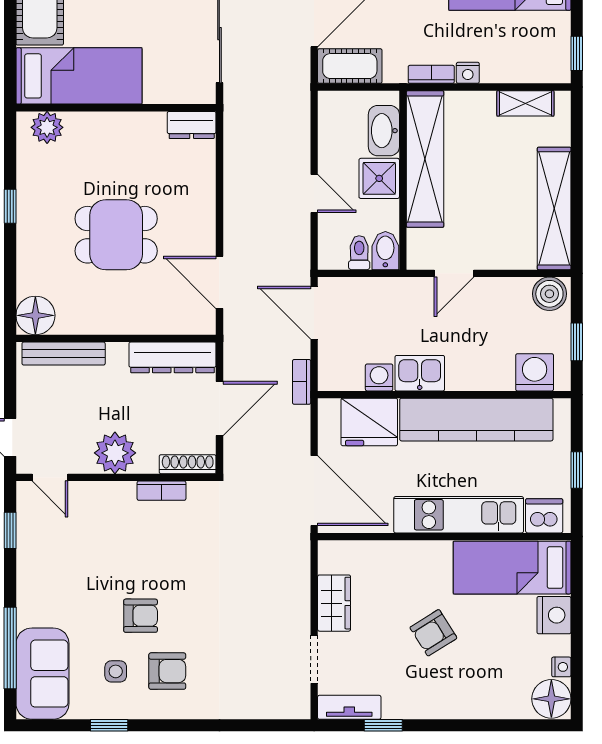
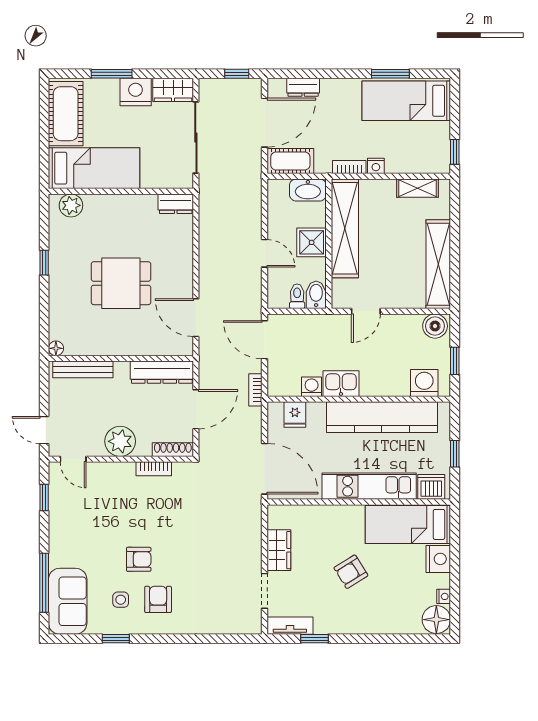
washbasin: (384, 131) -> (308, 190), moved, turned -90
floor lamp: (35, 315) -> (56, 348), width x0.53, depth x0.53
fridge: (369, 422) -> (295, 415), width x0.53, depth x0.75
armchair: (167, 671) -> (158, 599), turned -90

